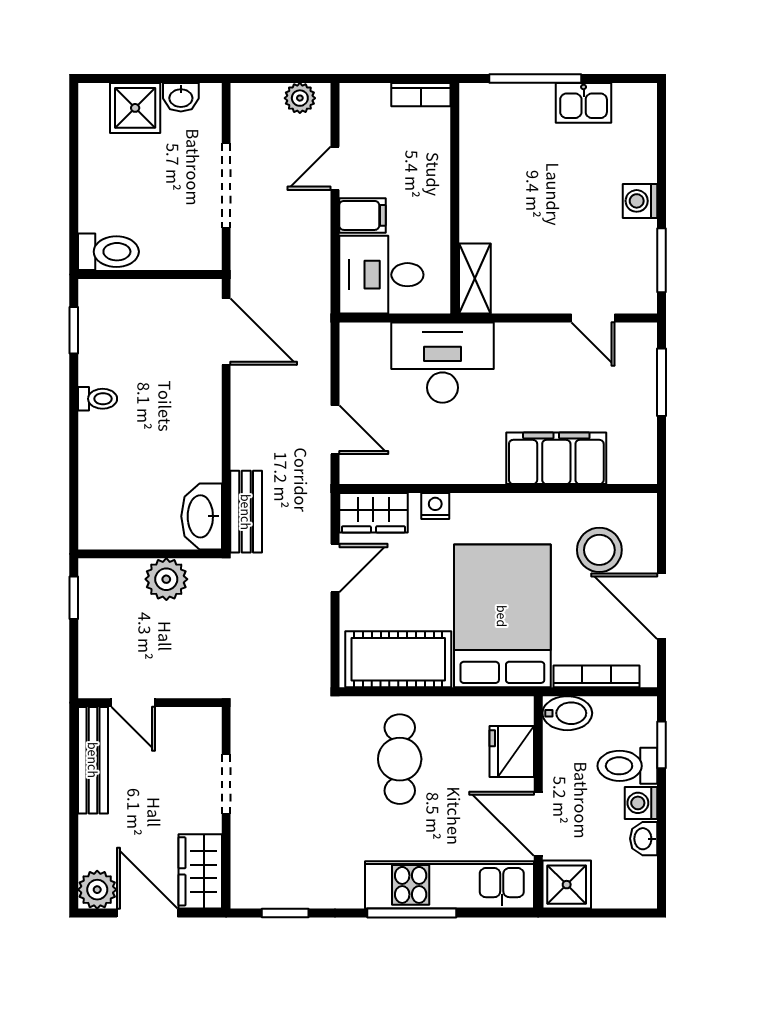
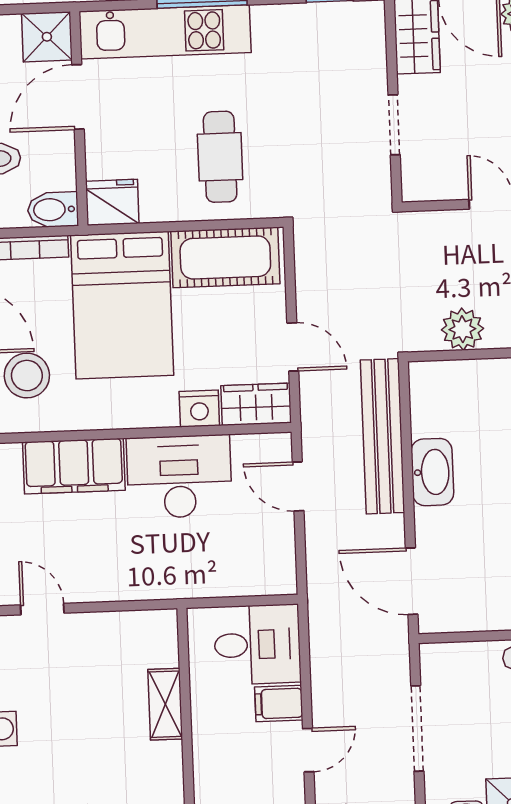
shelving: (475, 279) -> (165, 704), moved
desk: (442, 363) -> (179, 477), moved, turned 180
nightstand: (435, 506) -> (199, 409), width x1.39, depth x1.35
bench: (246, 512) -> (383, 436), width x1.86, depth x1.21
washbasin: (202, 516) -> (432, 472), moved
door: (335, 568) -> (293, 347), swing flipped
fridge: (512, 752) -> (112, 202), moved, turned -90
door: (538, 824) -> (78, 97), swing flipped

